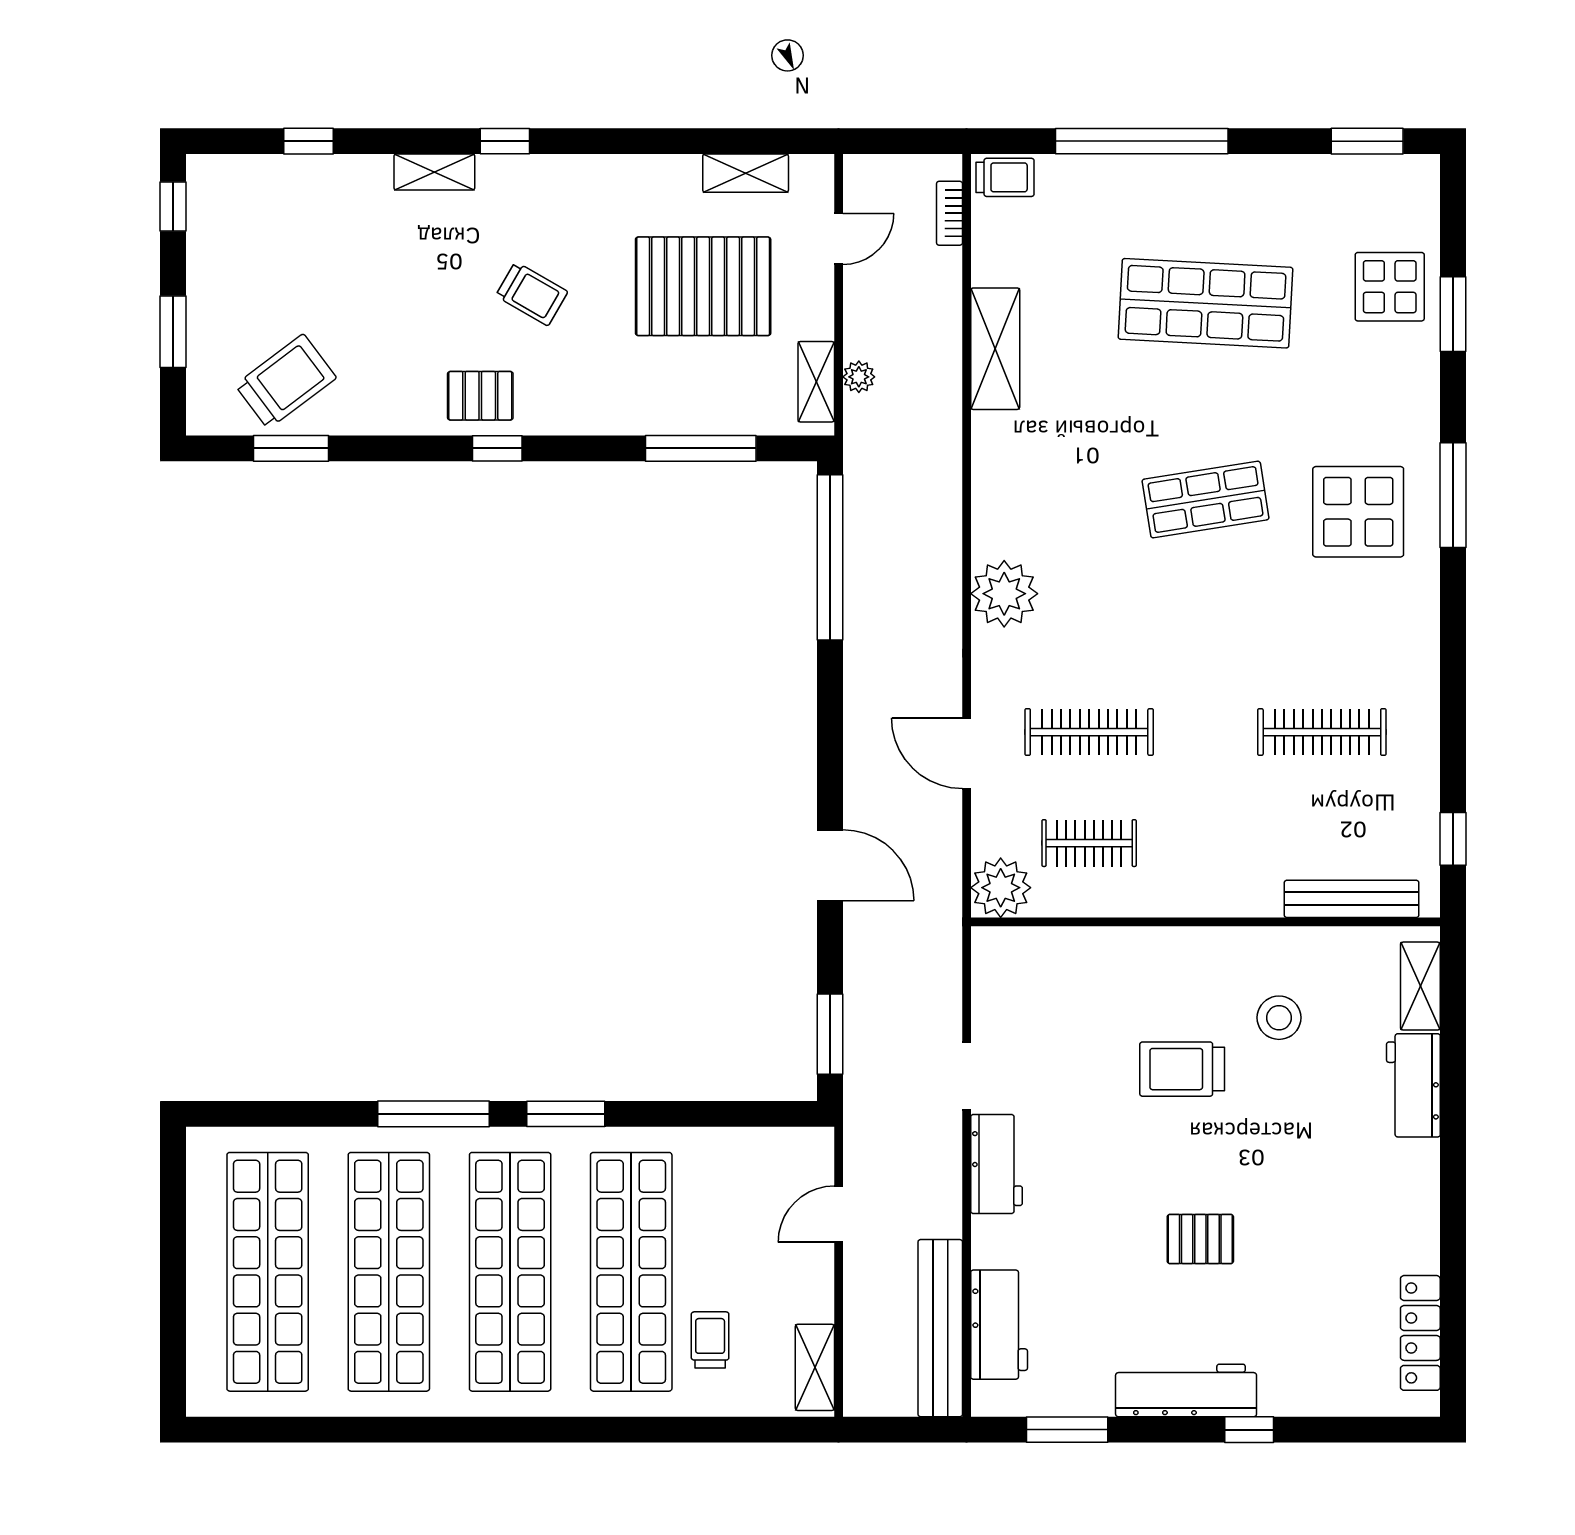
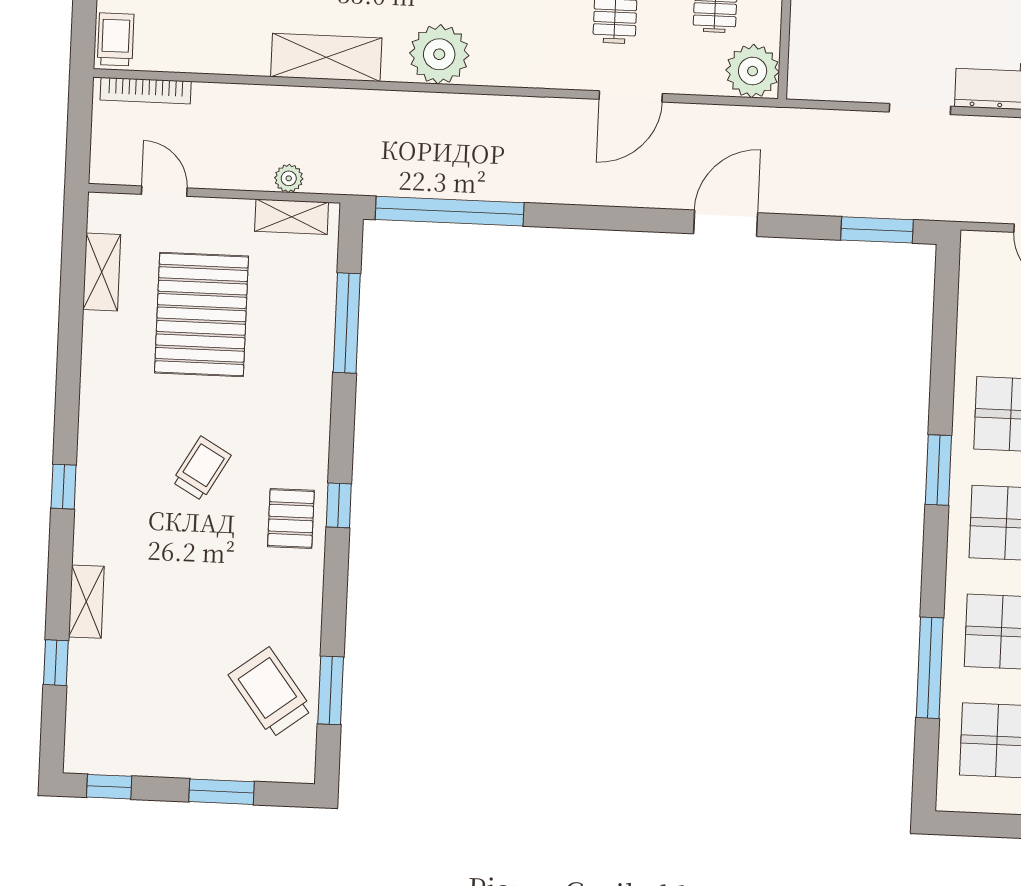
shelving: (434, 172) -> (86, 602), moved
bookcase: (949, 213) -> (146, 91), width x1.56
shelving: (995, 349) -> (326, 57), moved
plant: (1004, 594) -> (439, 54), moved
window: (434, 1114) -> (930, 668), moved

